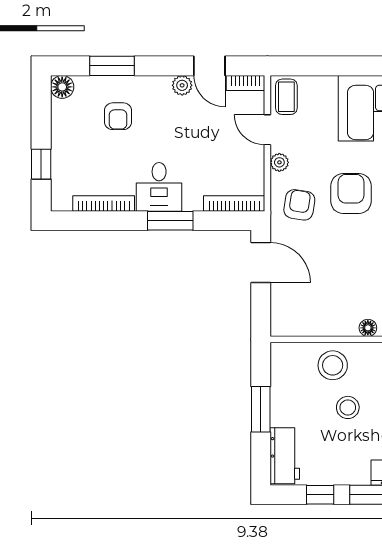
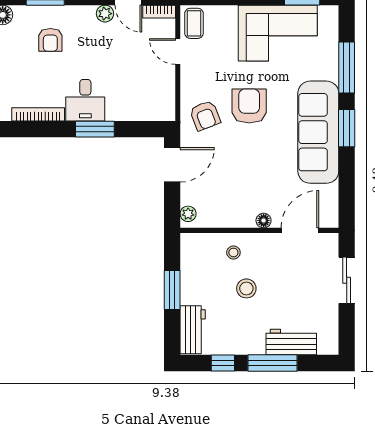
plant: (279, 162) -> (188, 214), moved
bookcase: (234, 204) -> (149, 114), removed
armchair: (299, 205) -> (205, 116), turned 150
door: (261, 263) -> (172, 165), hinge flipped
stool: (333, 365) -> (233, 252), width x0.53, depth x0.53

